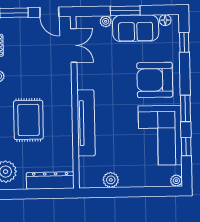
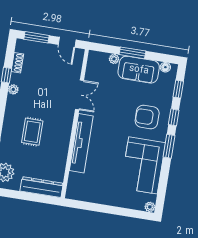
double door: (74, 45) -> (80, 95), moved
armchair: (155, 80) -> (147, 117), width x0.73, depth x0.73
rug: (28, 120) -> (32, 132), width x0.73, depth x0.70
window: (186, 147) -> (174, 117), moved
plant: (111, 180) -> (94, 196), removed

